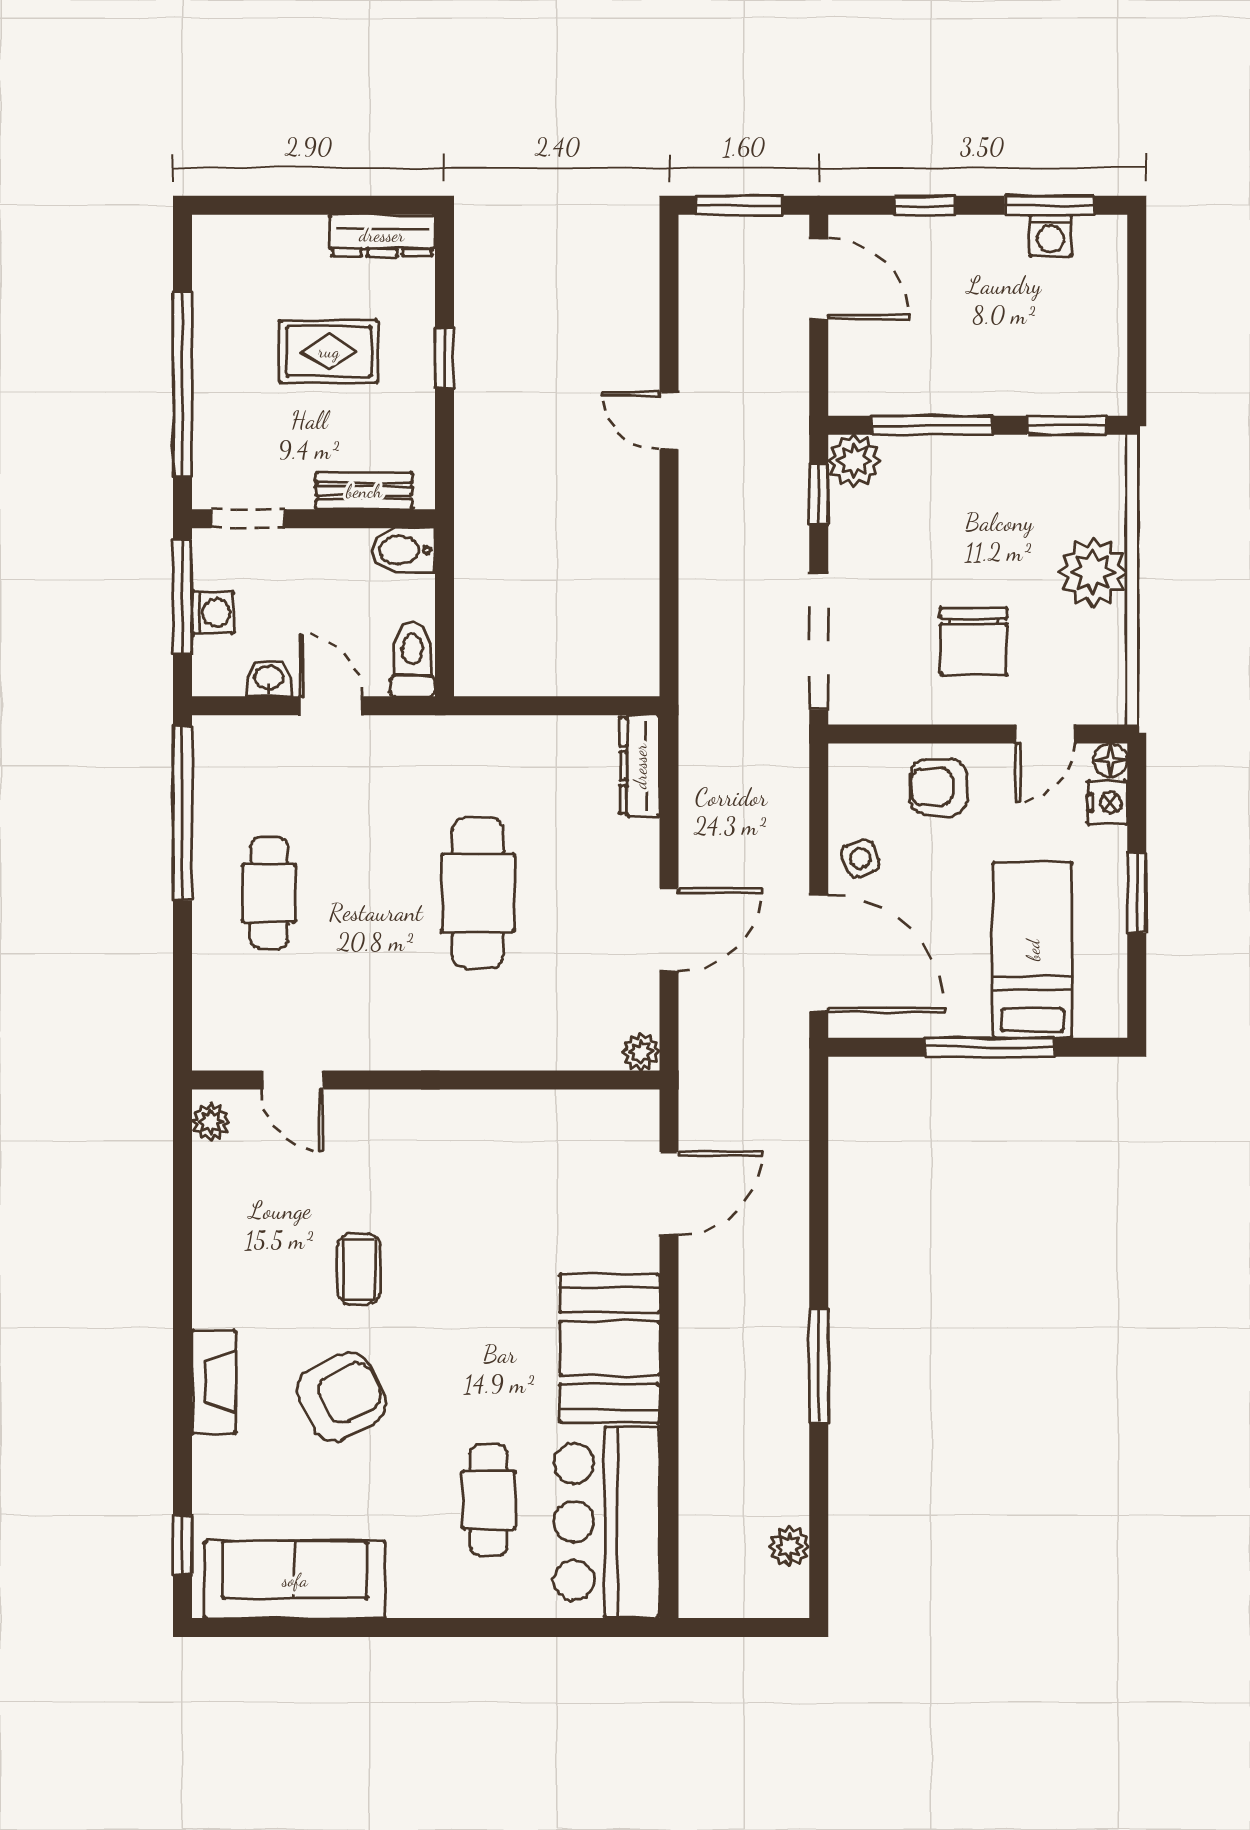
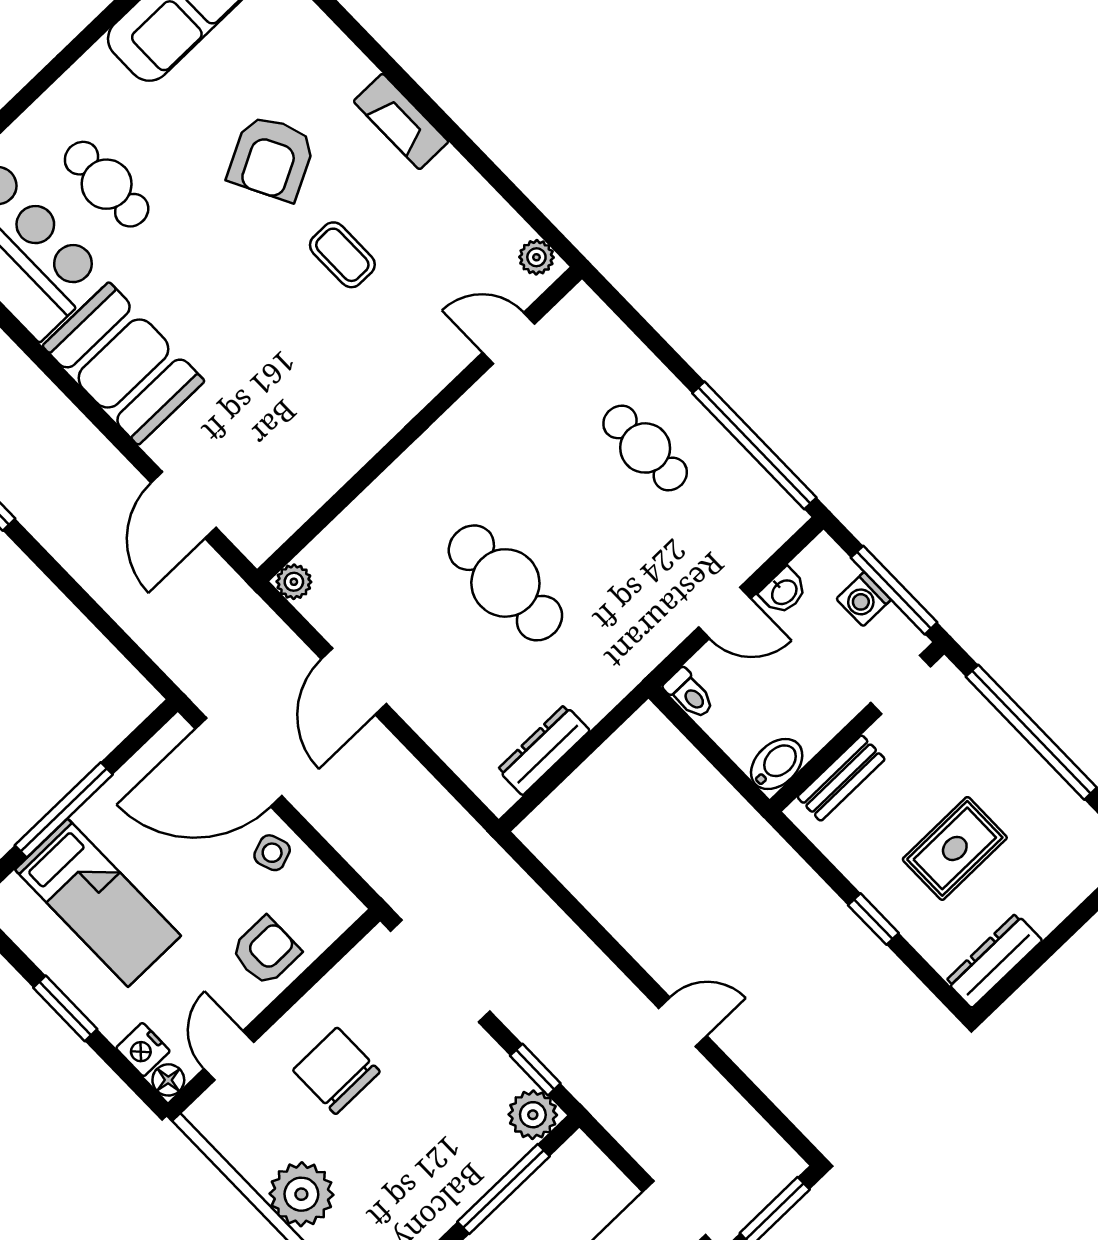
toilet: (412, 659) -> (689, 694), width x0.73, depth x0.72
dresser: (640, 766) -> (544, 750), moved, turned -90
fireplace: (214, 1382) -> (401, 121), moved

